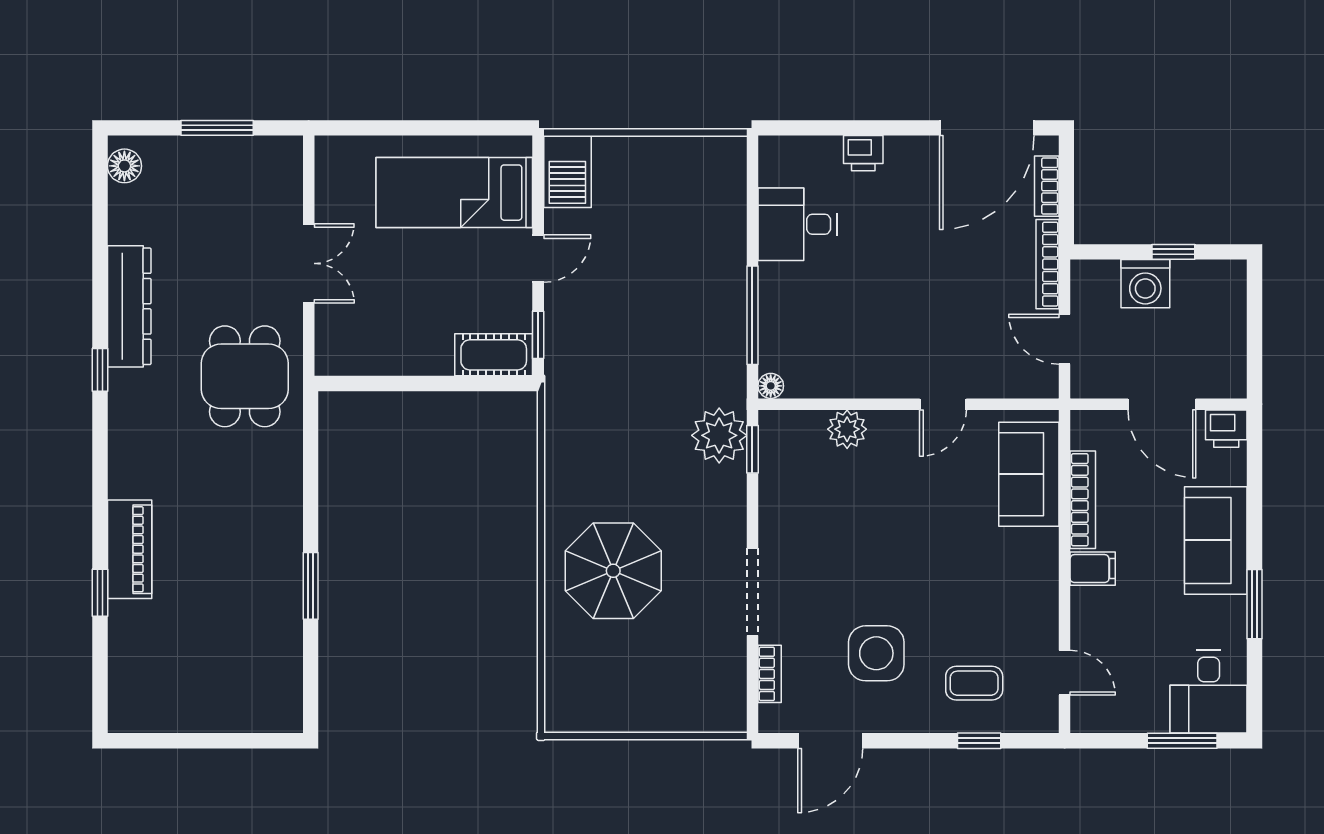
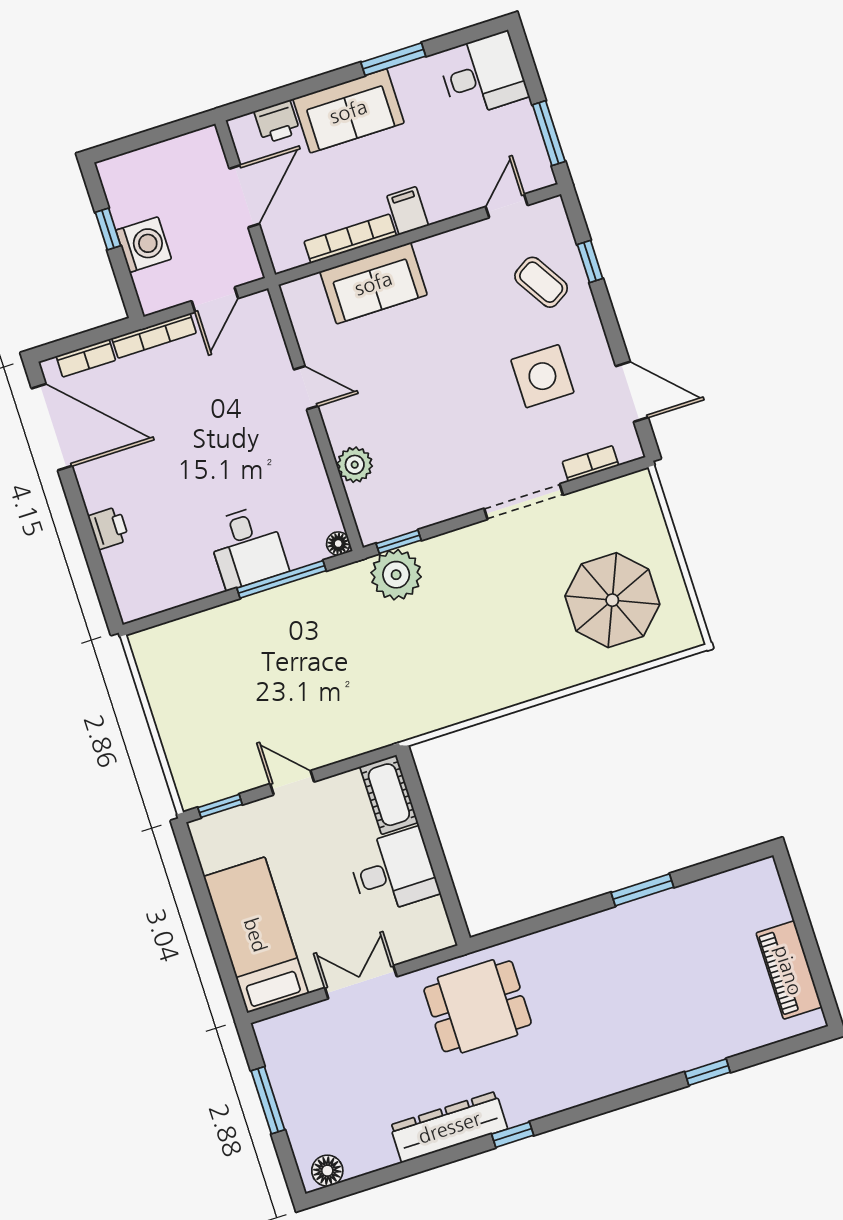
barbecue: (567, 172) -> (208, 782), removed
bed: (454, 193) -> (256, 935), moved, turned 180
desk: (797, 224) -> (247, 547), moved
desk: (413, 334) -> (393, 871), added
window: (538, 335) -> (220, 806), moved
printer: (1226, 429) -> (277, 122), moved, turned 90
sofa: (1029, 474) -> (373, 283), moved
piano: (130, 549) -> (789, 970), moved, turned -90
parasol: (613, 571) -> (612, 600), moved
coffee table: (974, 683) -> (541, 282), turned -32
window: (1182, 741) -> (549, 133), moved

